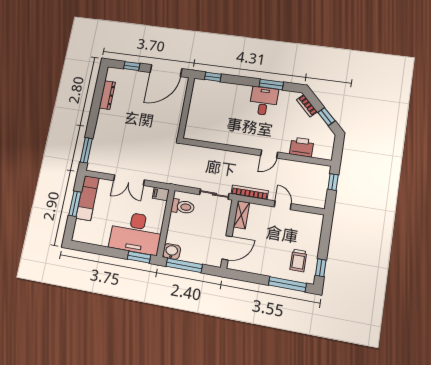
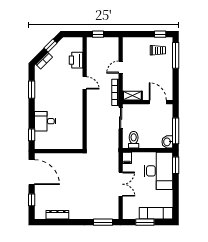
desk: (264, 101) -> (45, 121), moved
exam couch: (87, 198) -> (156, 213), moved

